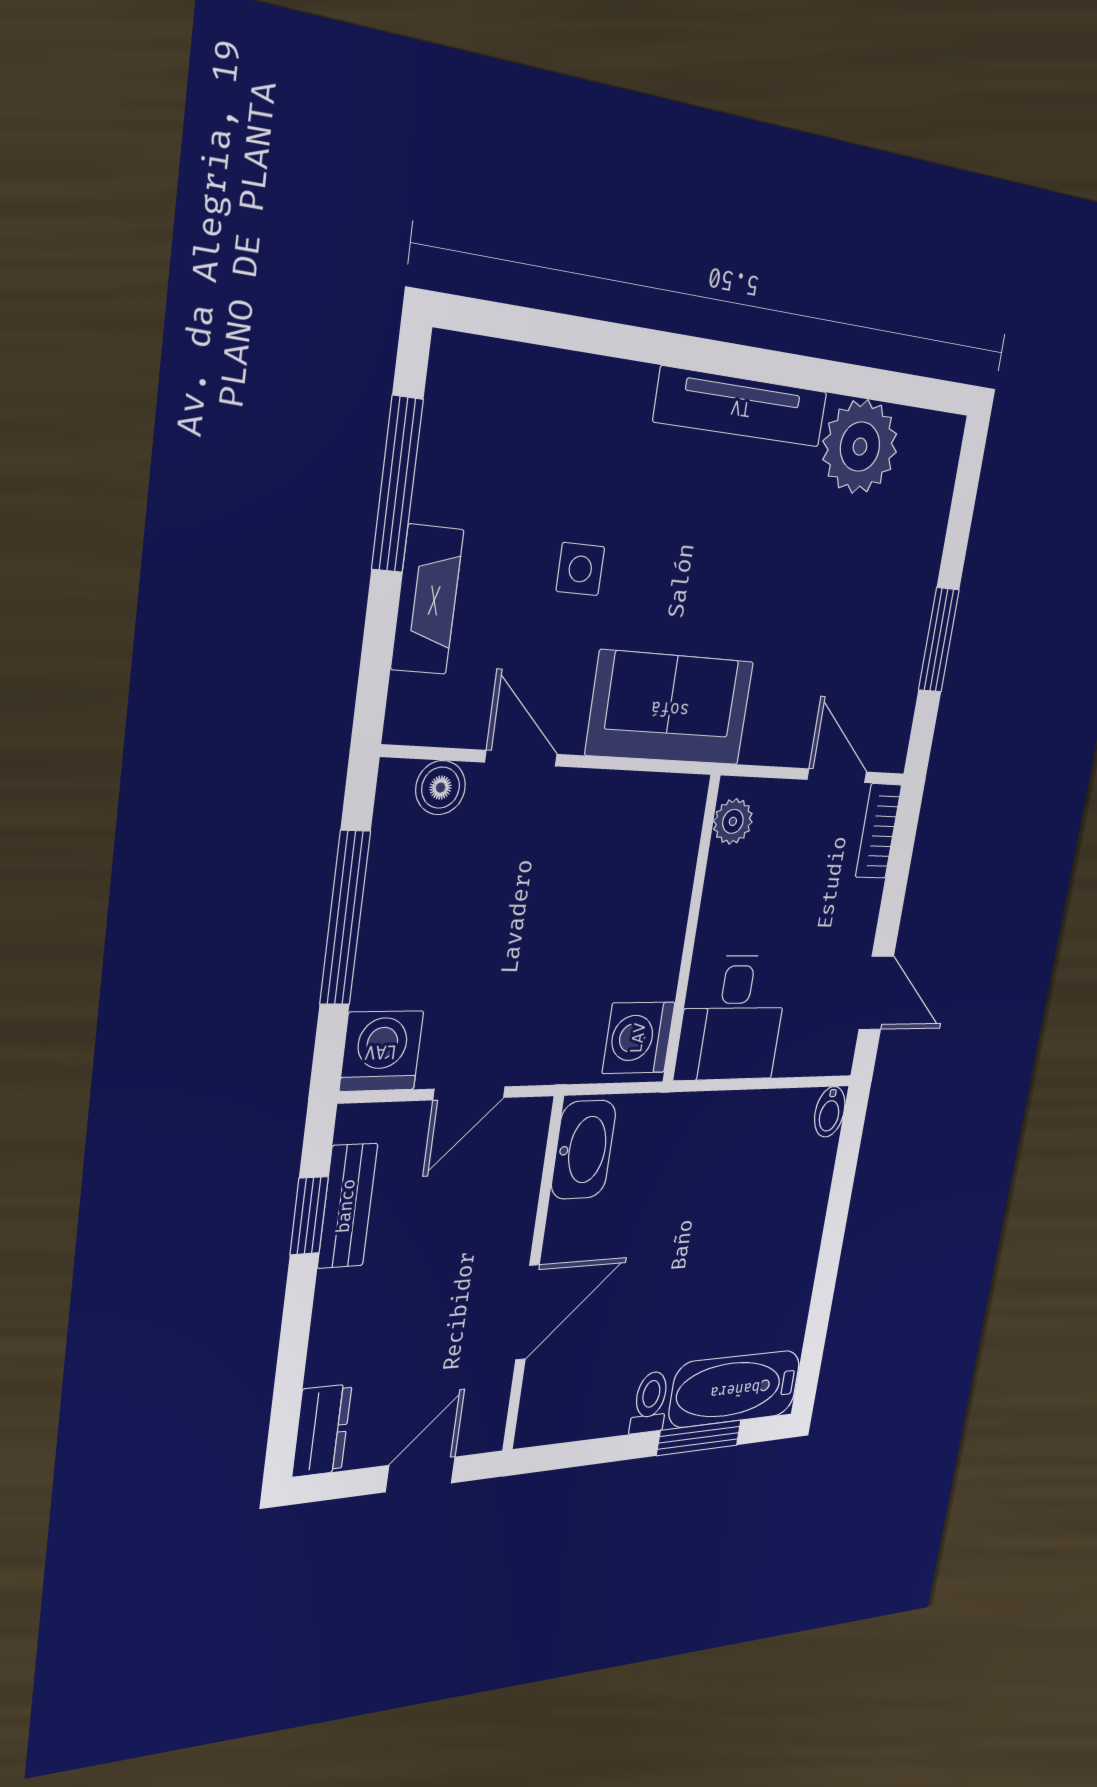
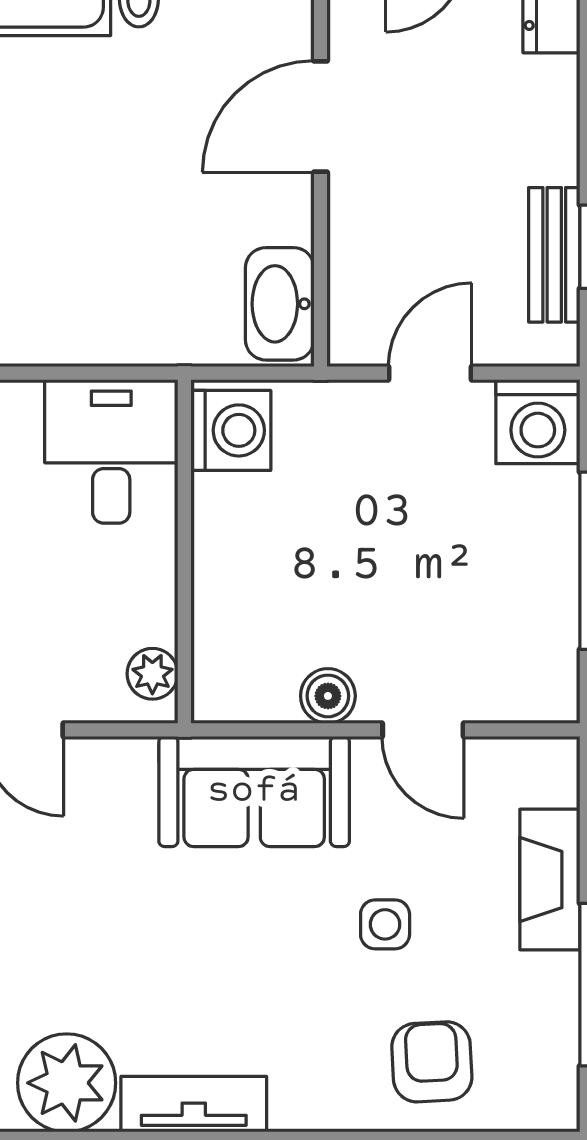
tv unit: (741, 407) -> (194, 1104), width x0.71
armchair: (559, 423) -> (432, 1062), added
boiler: (441, 788) -> (328, 696), moved

